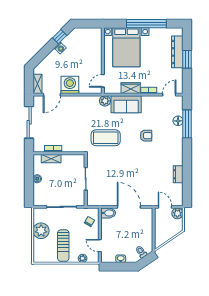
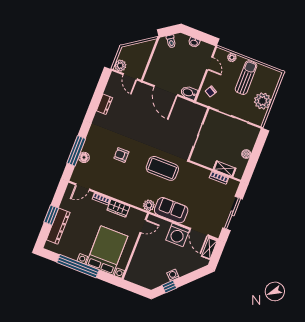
door: (52, 95) -> (199, 232), swing flipped
sofa: (126, 104) -> (171, 210), moved

